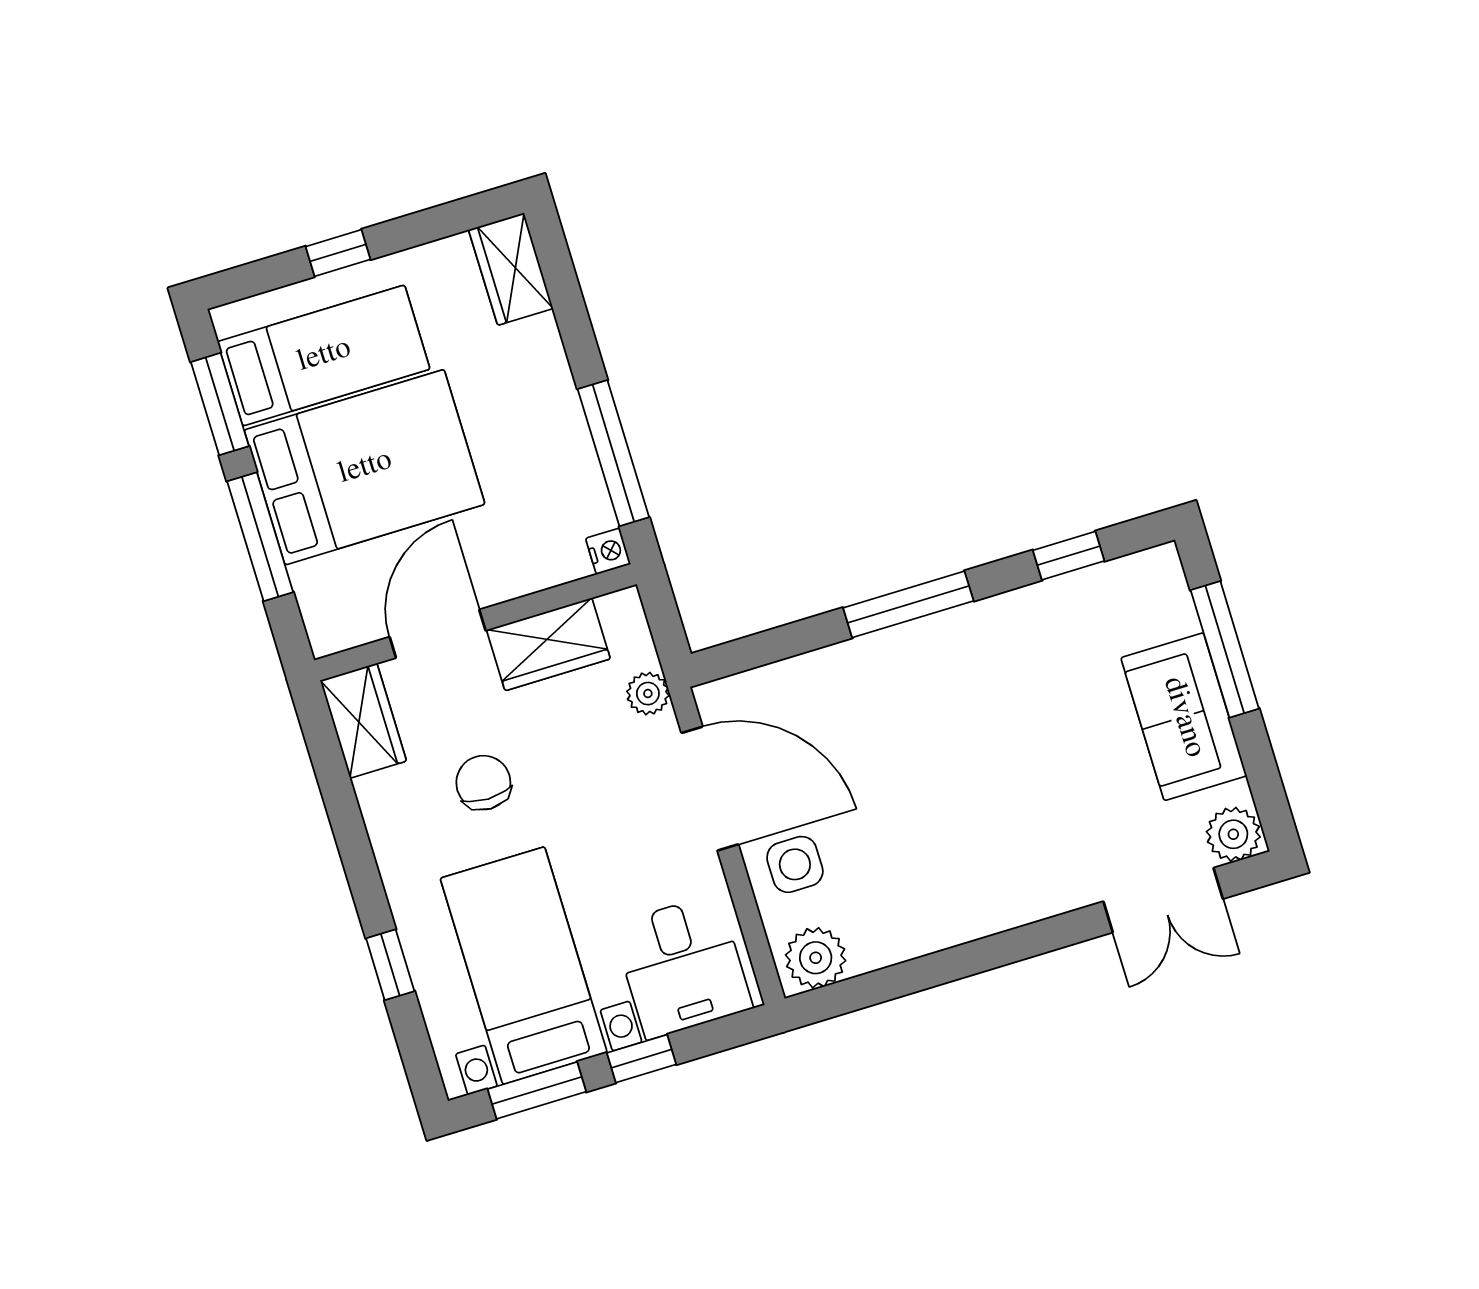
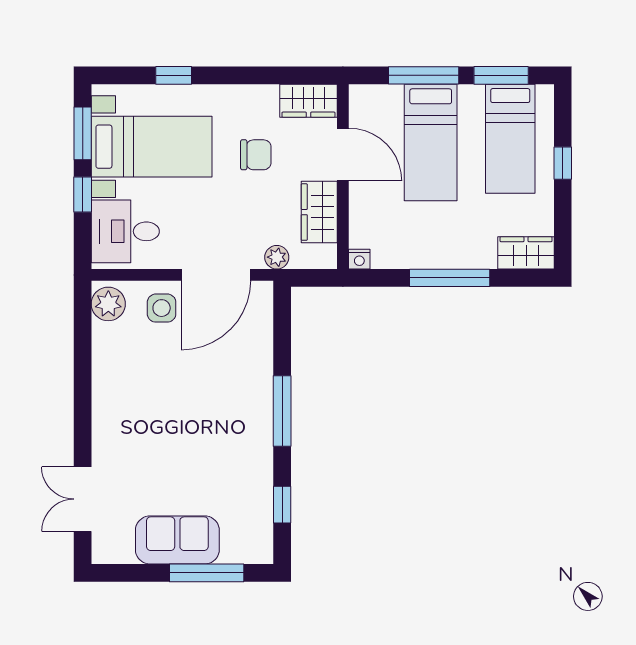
window: (613, 453) -> (450, 278), moved
bed: (365, 467) -> (431, 142), width x0.67
plant: (1233, 834) -> (106, 547), removed

